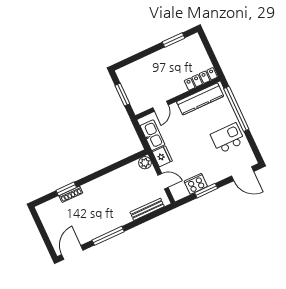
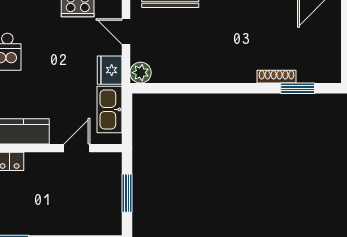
window: (66, 189) -> (298, 88), moved

